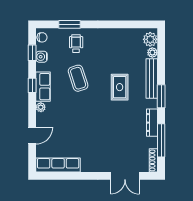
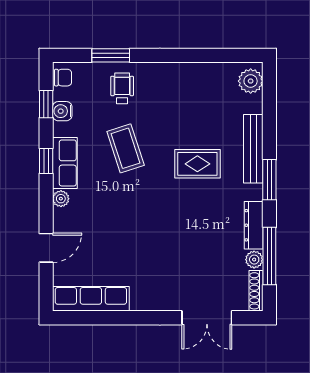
plant: (152, 53) -> (254, 260), moved
rug: (120, 87) -> (197, 164), turned 90

